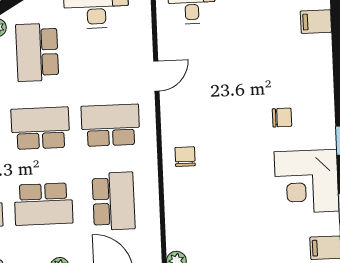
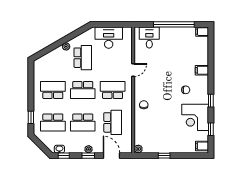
filing cabinet: (316, 22) -> (202, 70), moved
school desk: (37, 52) -> (83, 58), turned 180
school desk: (40, 128) -> (83, 90), turned 180

